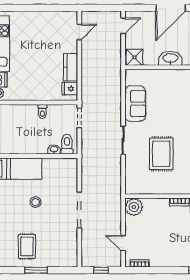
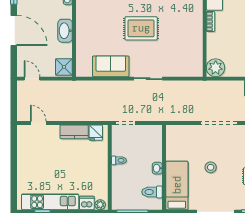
toilet: (67, 144) -> (152, 192), moved
washbasin: (54, 149) -> (157, 168), moved
rug: (161, 154) -> (141, 28), moved

